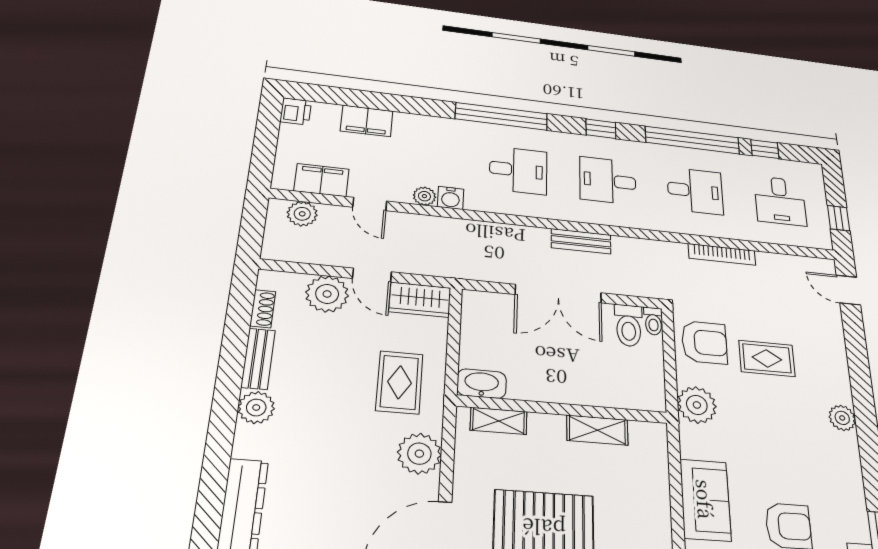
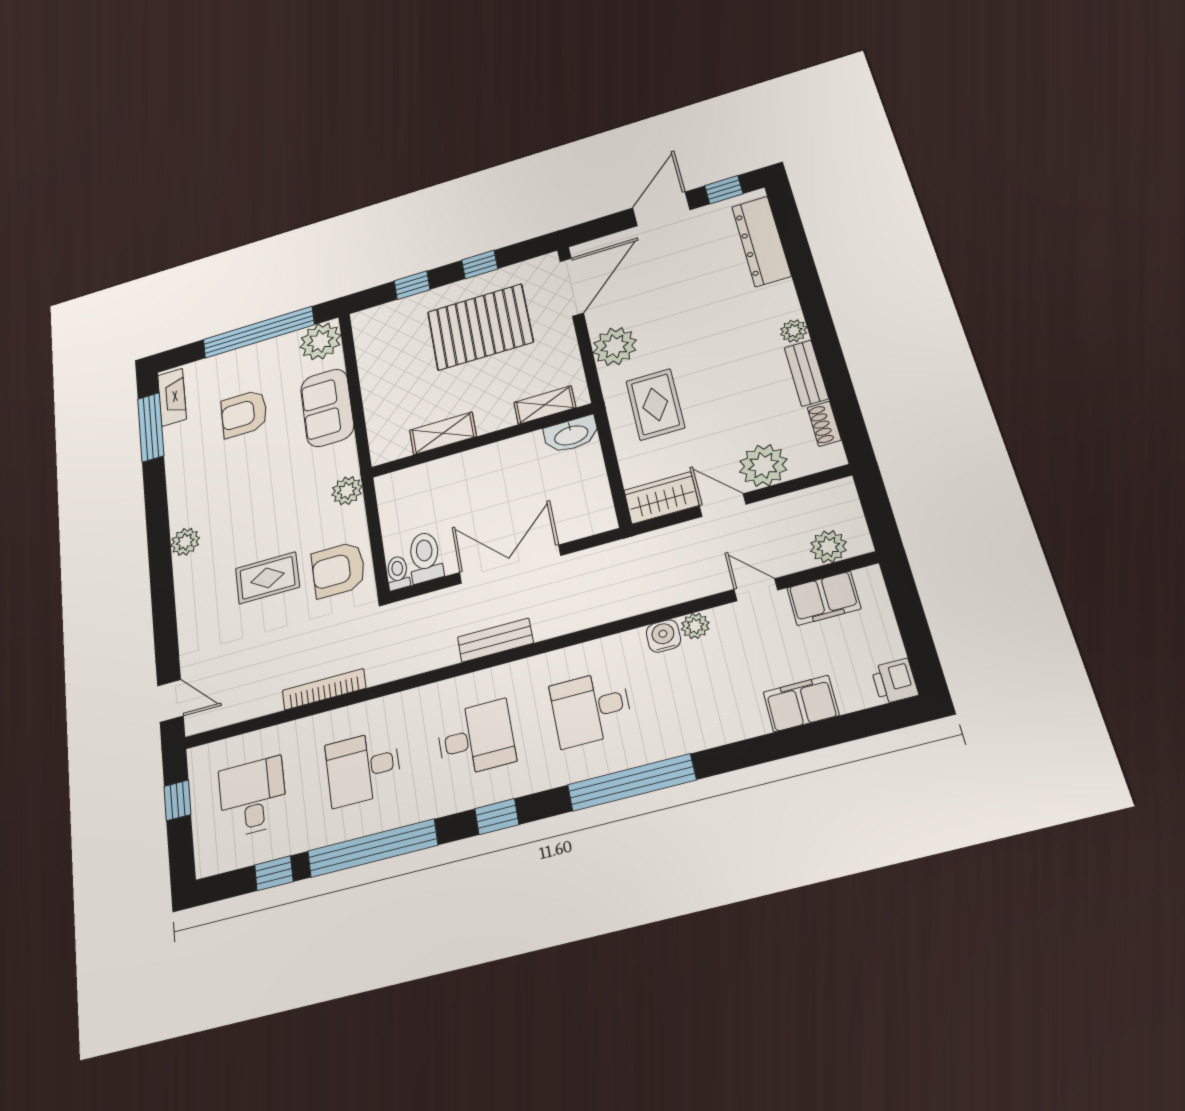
plant: (697, 405) -> (347, 491), width x0.73, depth x0.73
plant: (256, 407) -> (794, 331), width x0.73, depth x0.73

